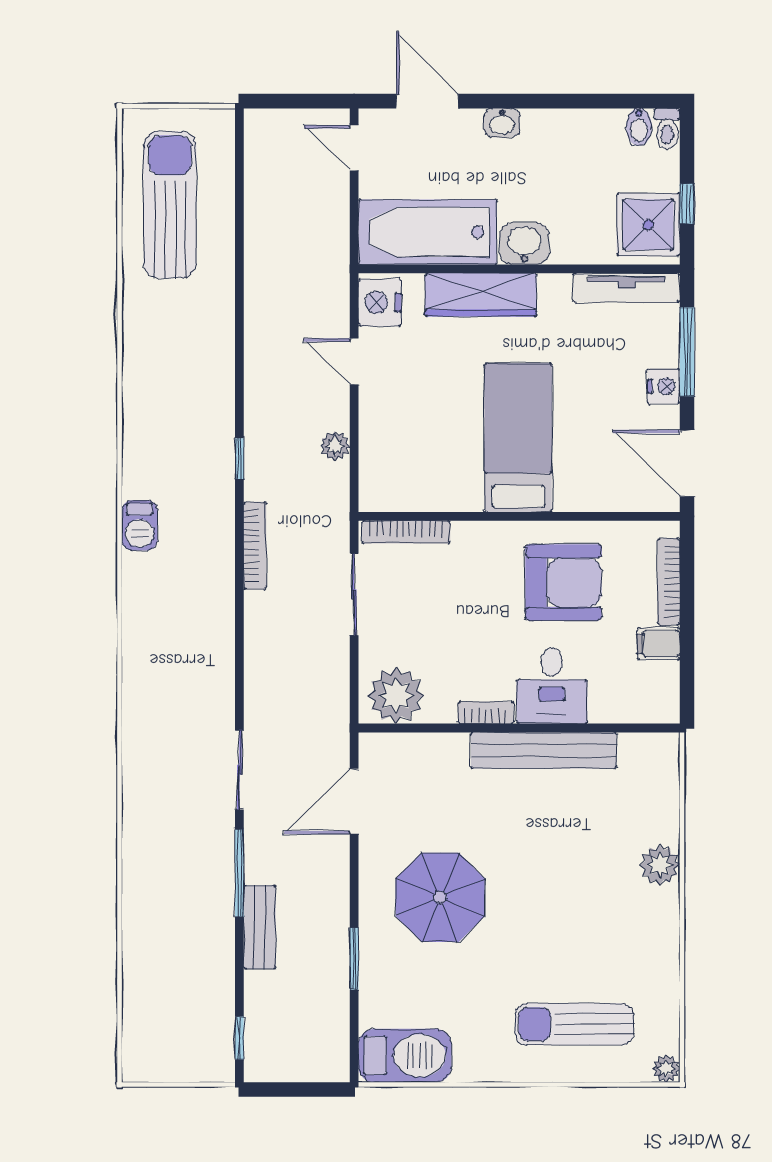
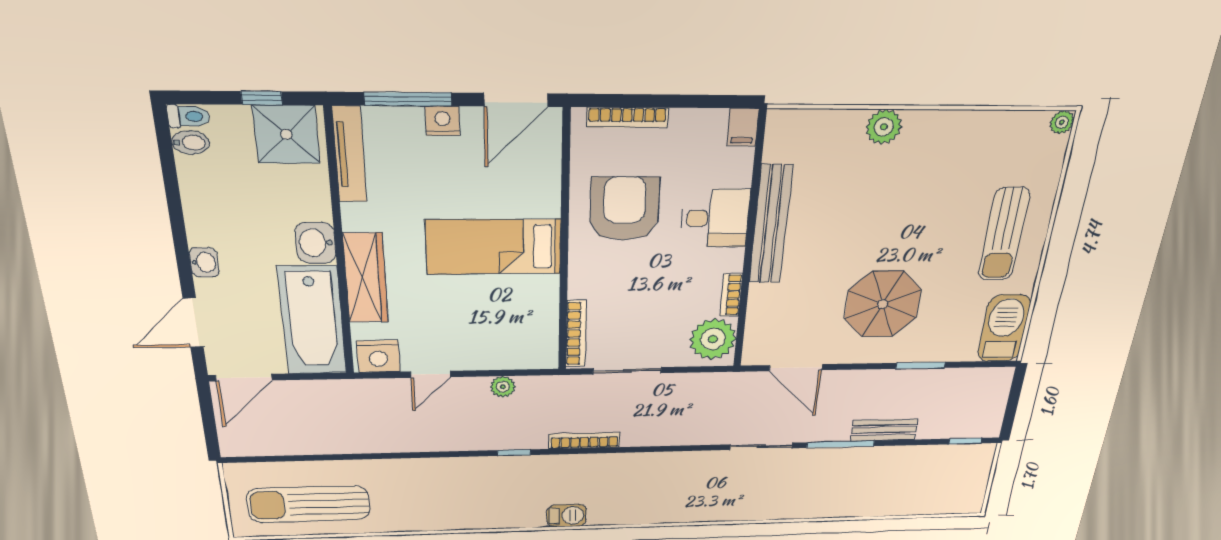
door: (354, 148) -> (244, 378), width x1.38
filing cabinet: (659, 644) -> (743, 127), moved
bookcase: (486, 713) -> (731, 295), moved
sun lounger: (574, 1024) -> (1004, 234), moved

